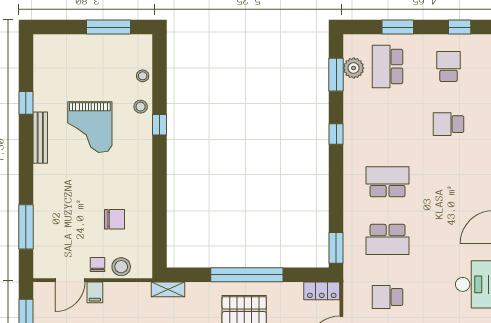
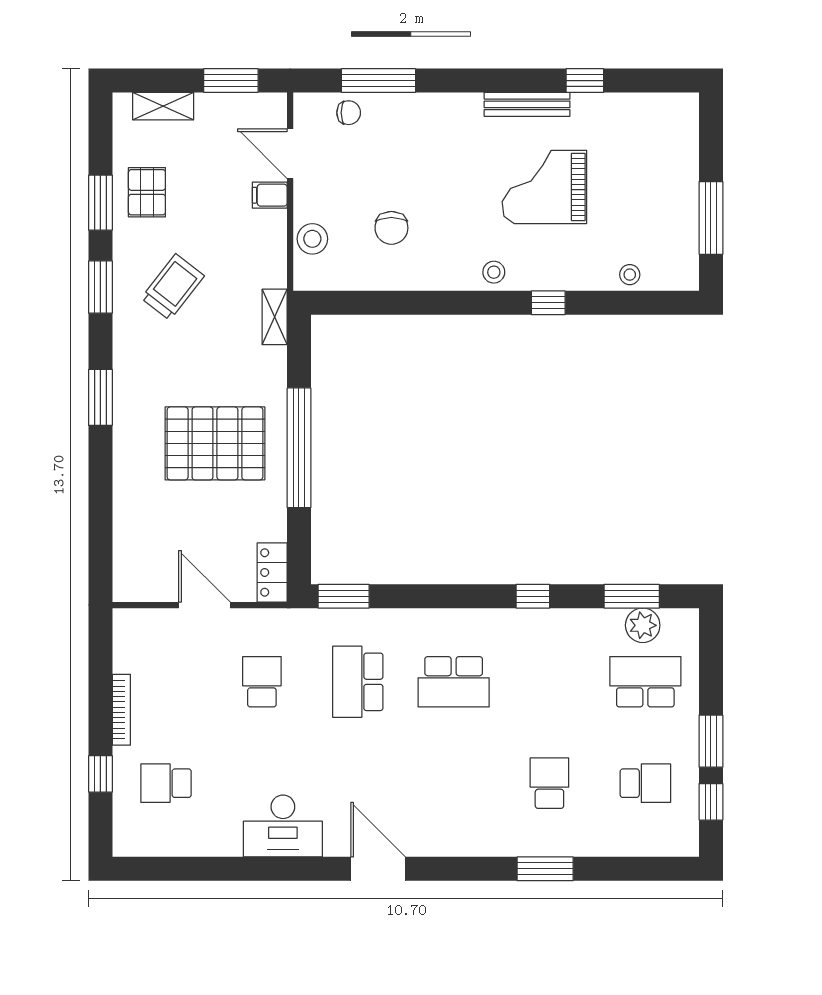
window: (398, 27) -> (711, 741), moved
stool: (141, 107) -> (494, 272), moved
school desk: (388, 182) -> (454, 682), turned 90
chair: (98, 265) -> (349, 113), moved

